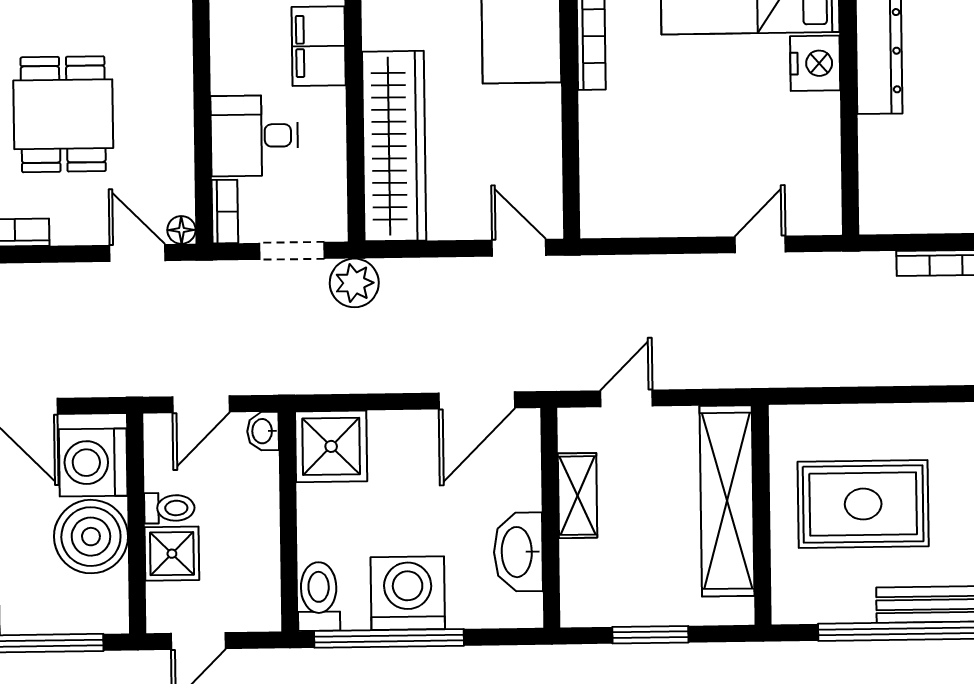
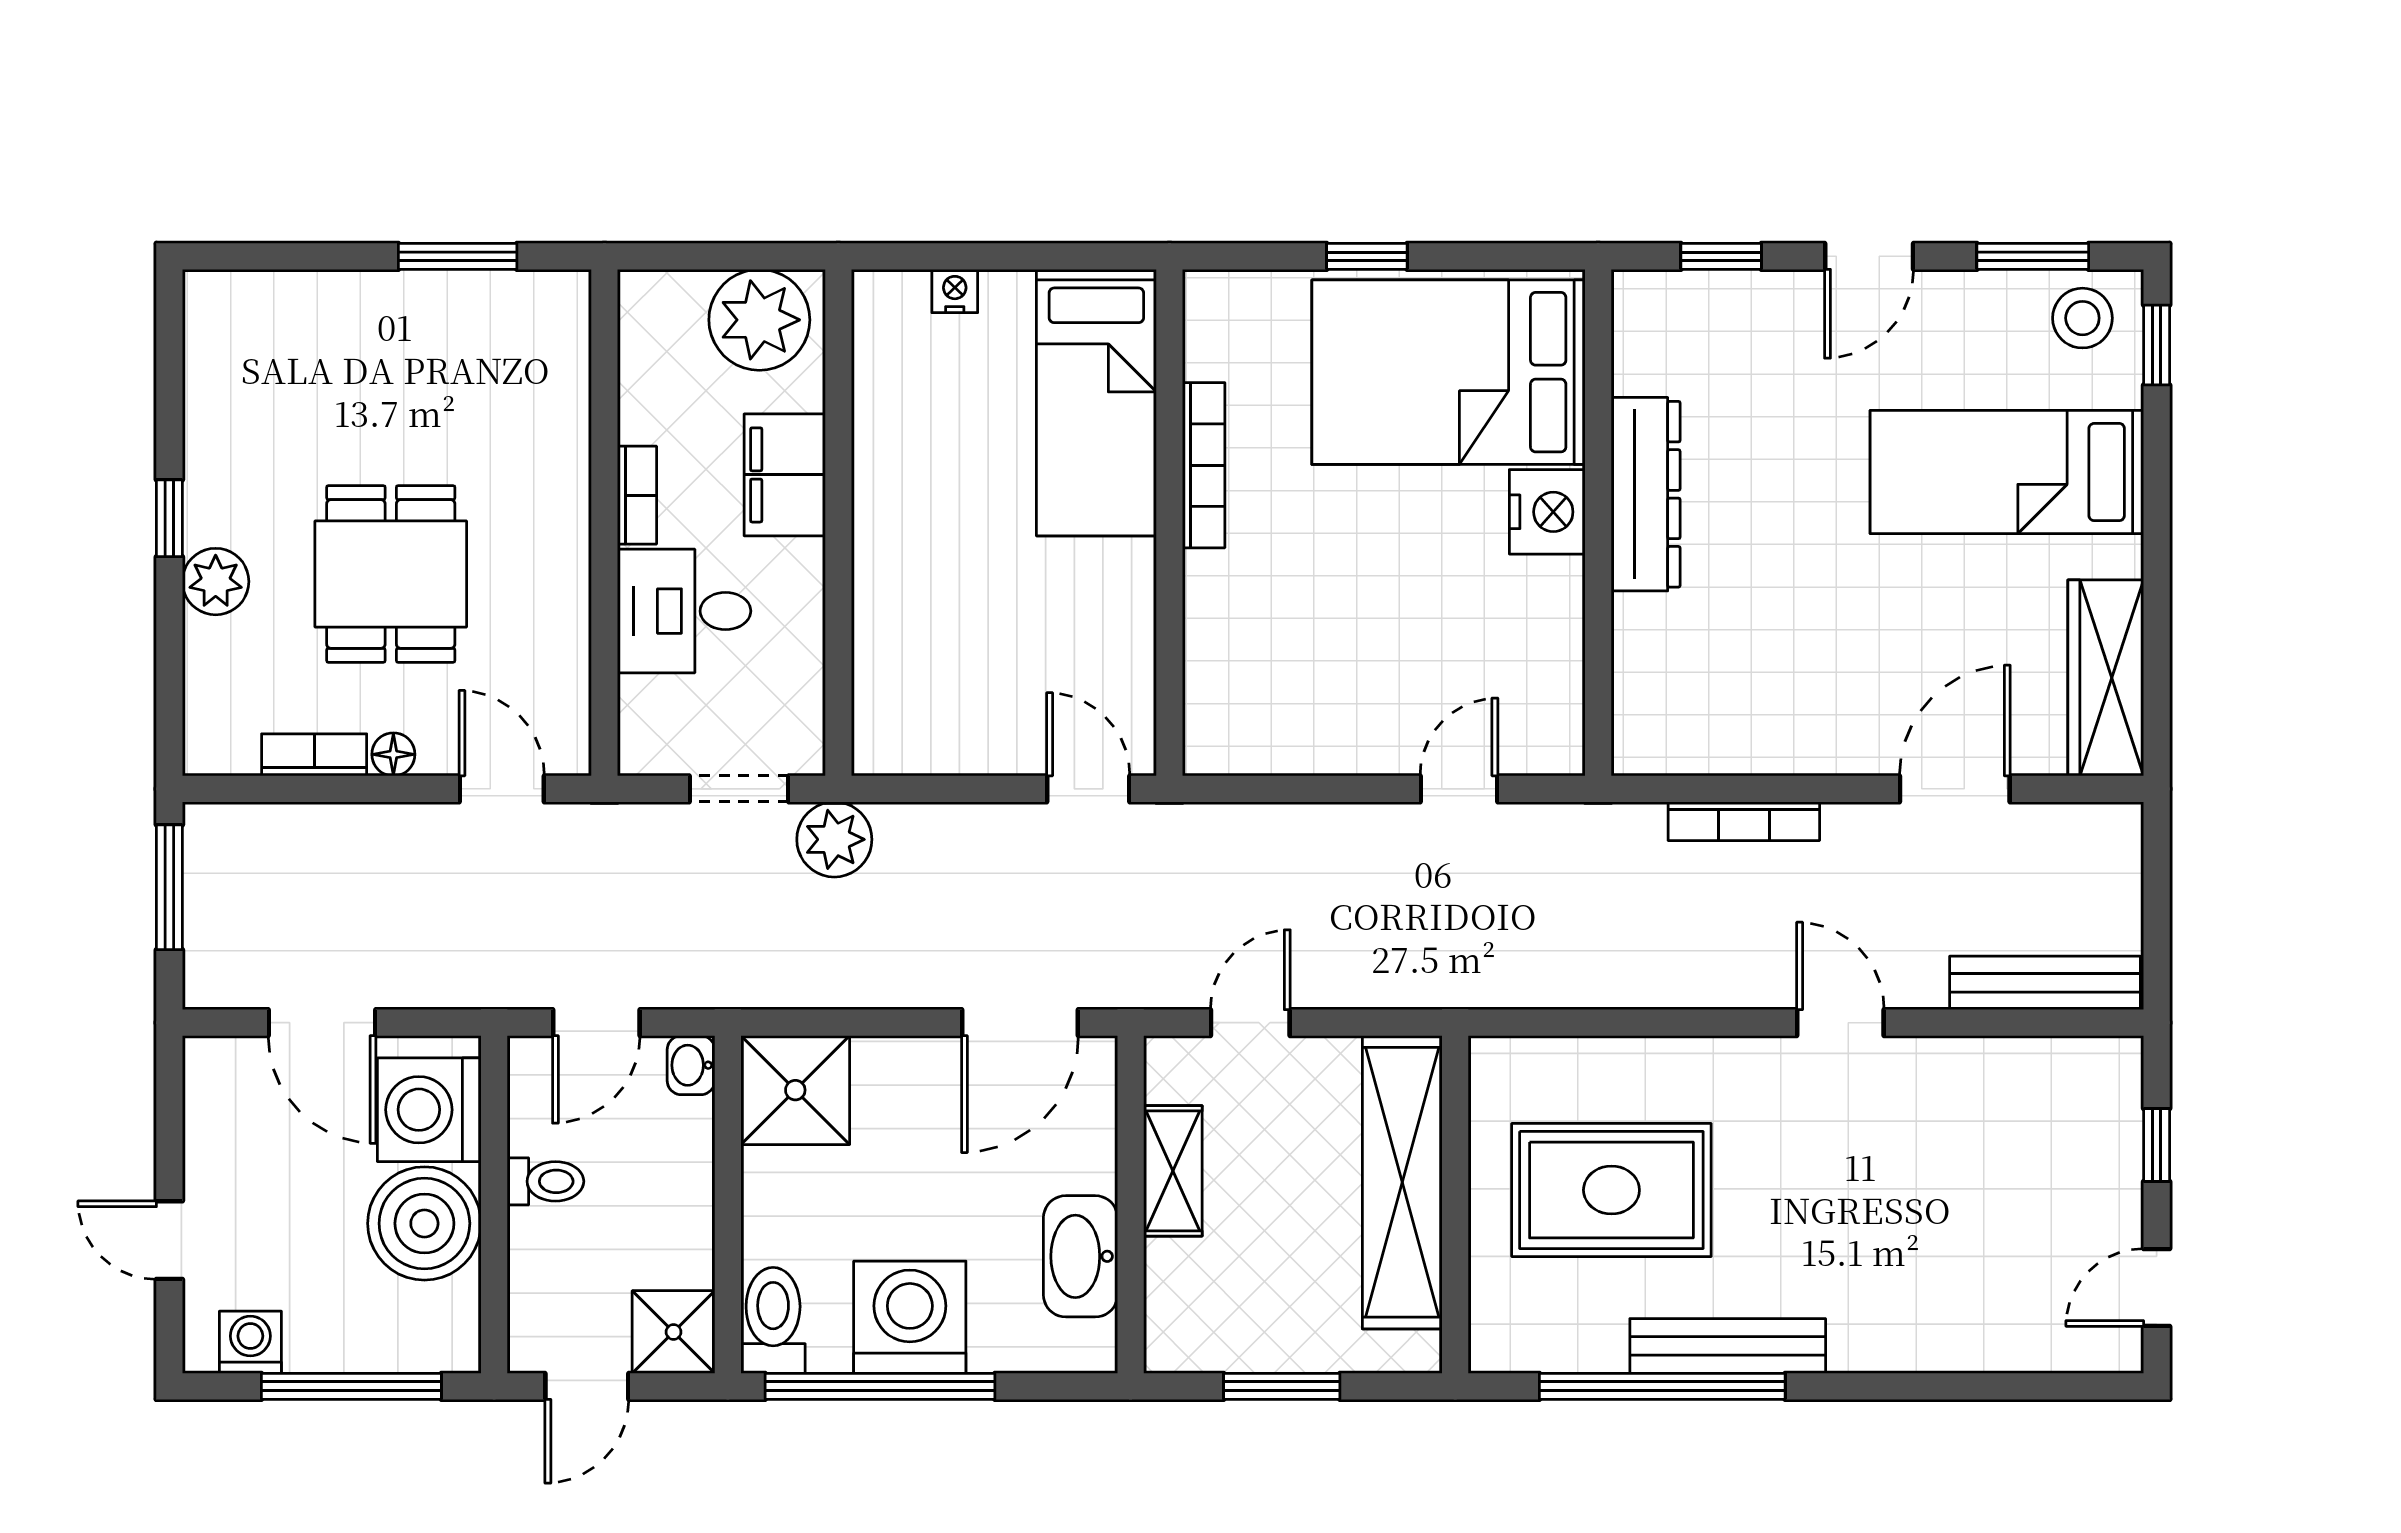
wardrobe: (394, 146) -> (898, 630), removed
bookcase: (225, 212) -> (637, 495), moved
floor lamp: (181, 230) -> (393, 754), moved
shower: (172, 554) -> (674, 1332), moved

